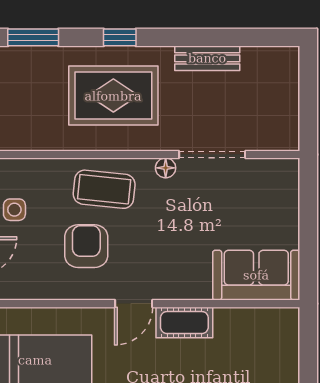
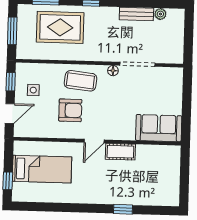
plant: (253, 57) -> (160, 14), added
rug: (113, 96) -> (60, 27), moved
armchair: (86, 246) -> (70, 110), turned 90

